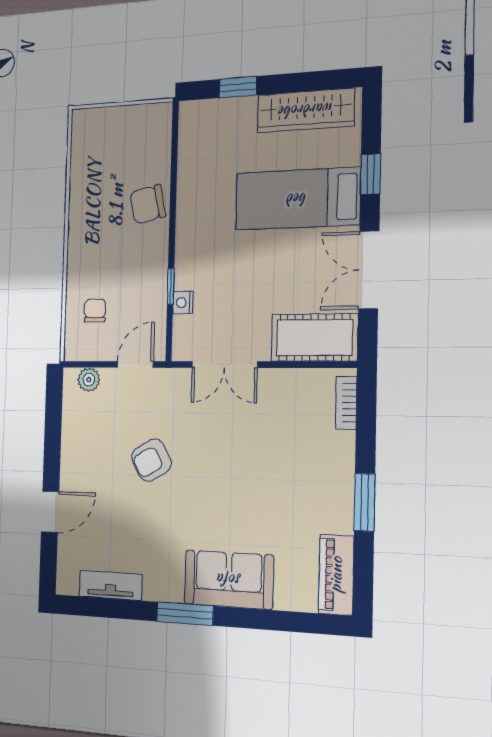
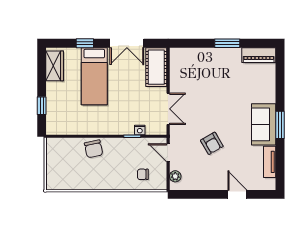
wardrobe: (306, 110) -> (55, 66), width x0.67
bookcase: (346, 403) -> (185, 52), removed
sofa: (229, 580) -> (264, 124), moved

